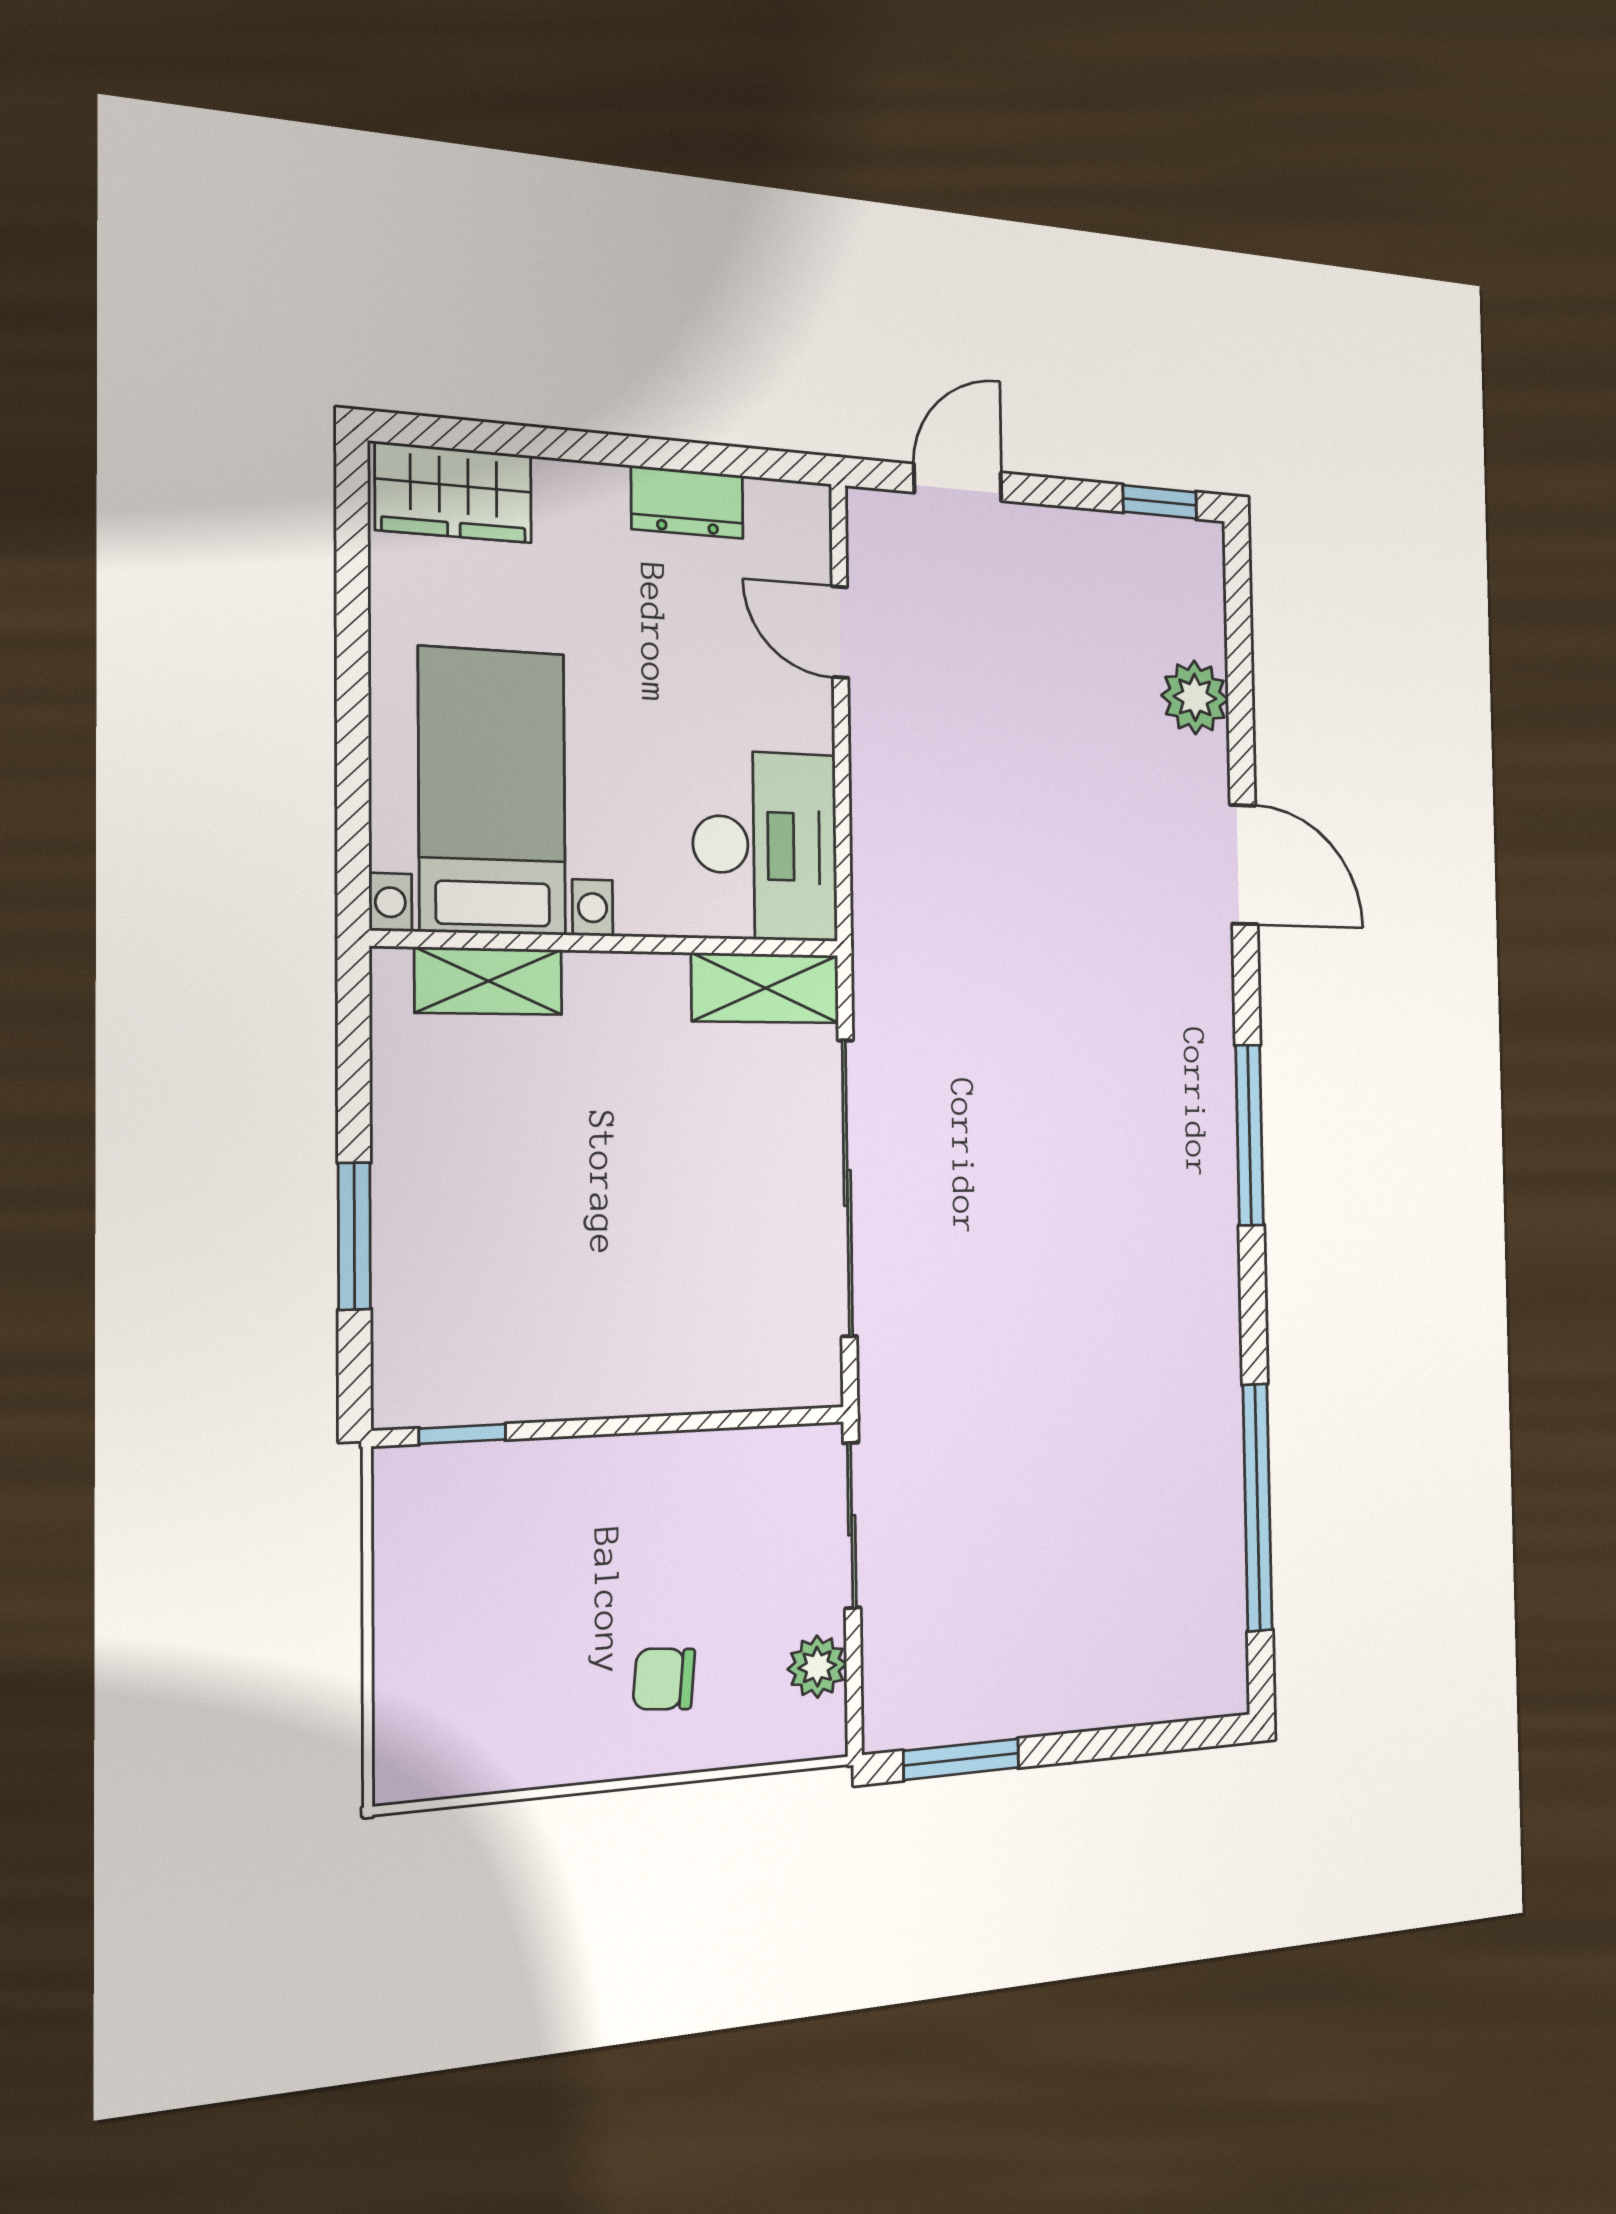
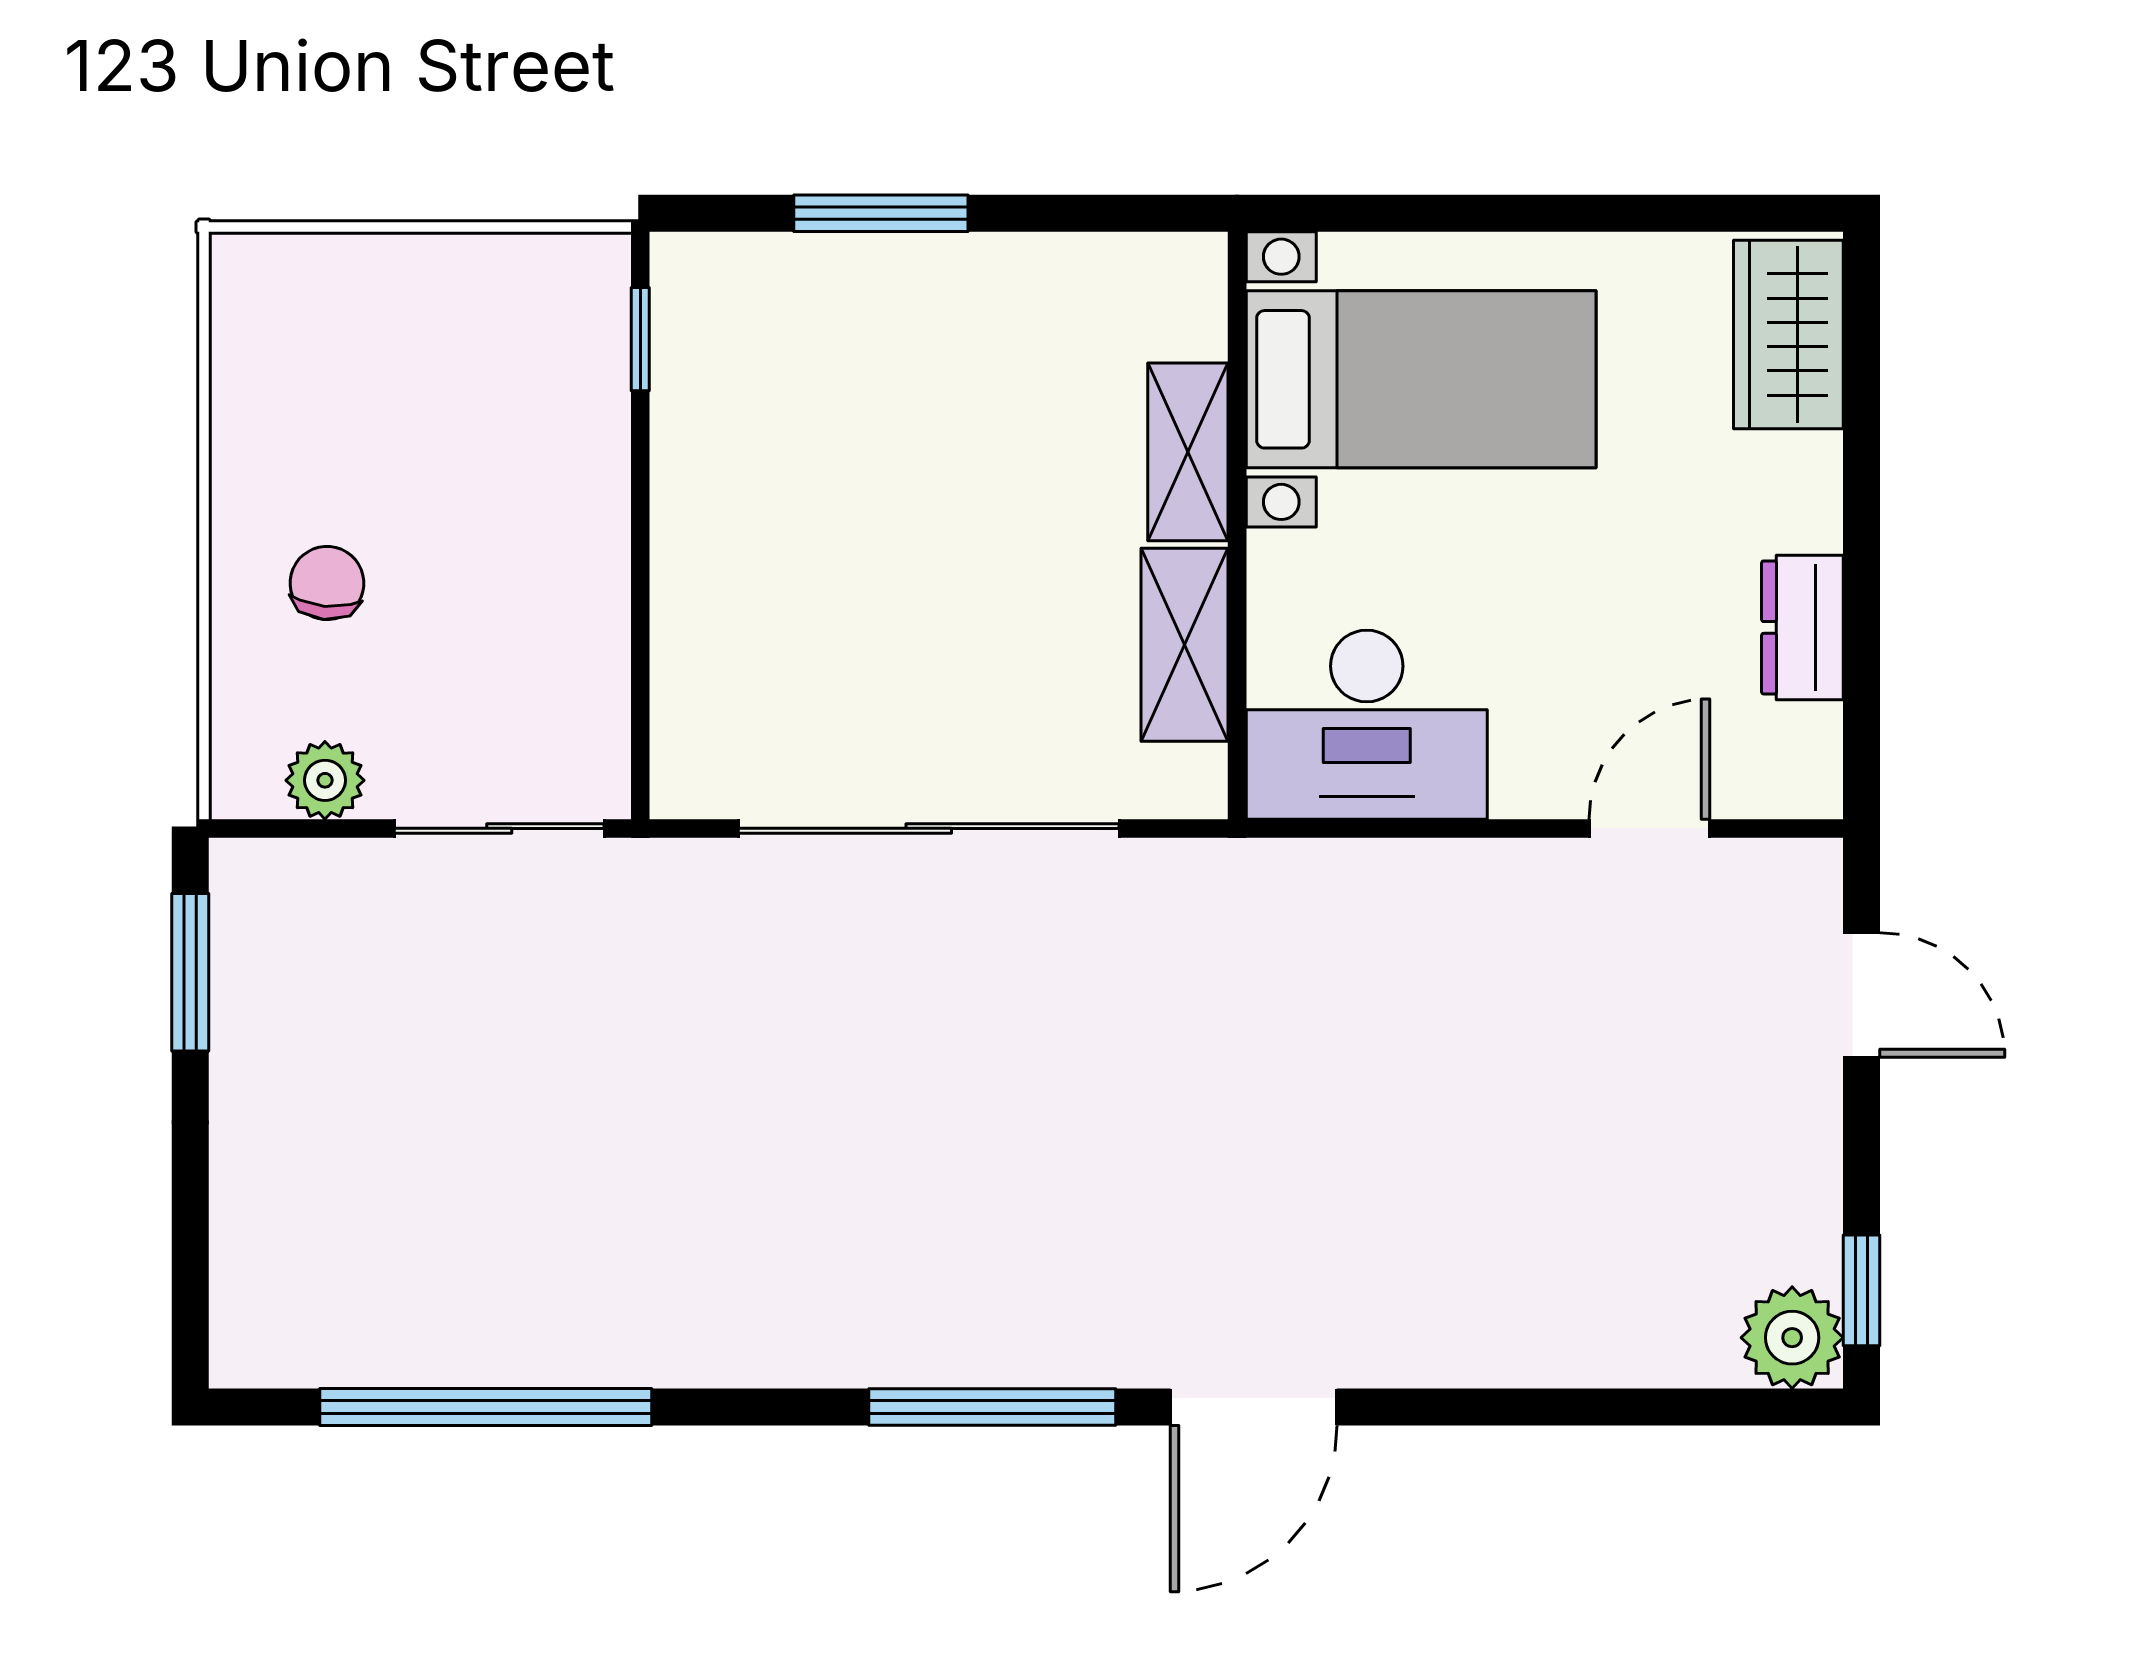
plant: (1195, 697) -> (1792, 1338), moved
door: (1244, 865) -> (1254, 1407), moved
shelving: (489, 981) -> (1188, 452), moved
shelving: (765, 988) -> (1184, 645), moved

